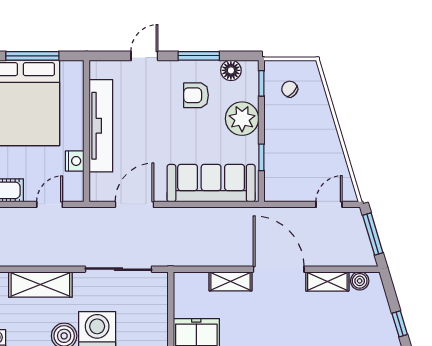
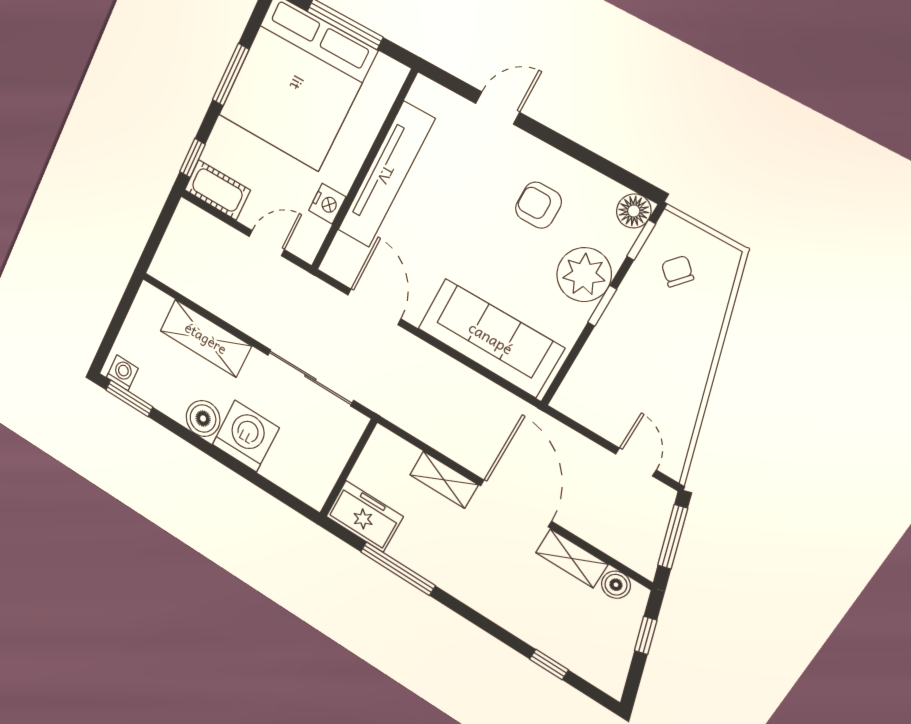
window: (199, 56) -> (574, 150), removed
floor lamp: (231, 70) -> (634, 211), moved
window: (261, 157) -> (602, 306), moved
door: (134, 204) -> (374, 307), hinge flipped
door: (329, 204) -> (636, 462), hinge flipped
window: (400, 324) -> (646, 635), moved

